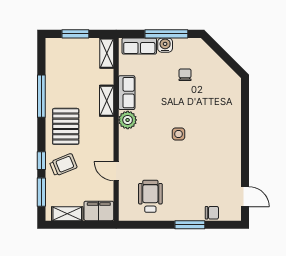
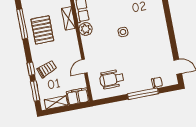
pallet: (66, 126) -> (42, 30), moved
door: (116, 171) -> (84, 66), hinge flipped
wheelchair: (150, 196) -> (112, 79), turned -90
window: (190, 225) -> (143, 94), width x1.44

